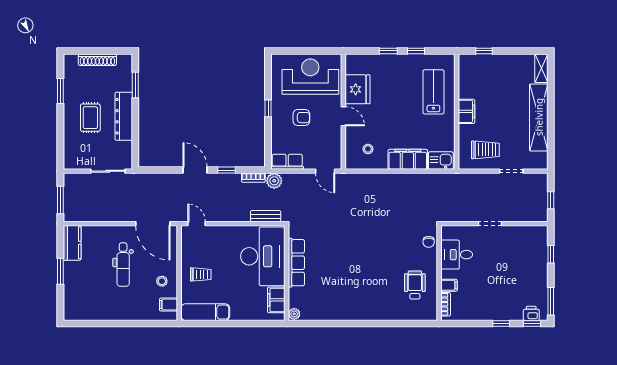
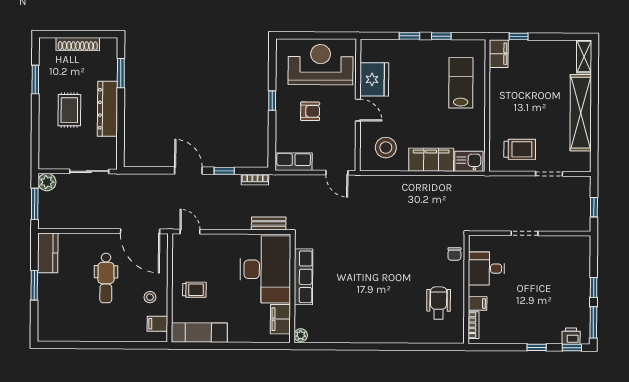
filing cabinet: (467, 111) -> (499, 54), moved
stool: (368, 149) -> (386, 148), width x1.89, depth x1.89
plant: (274, 181) -> (47, 182), moved
window: (551, 254) -> (594, 287), moved

